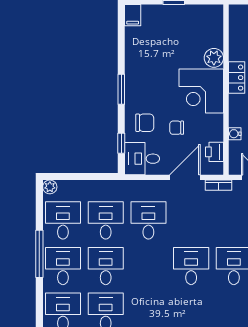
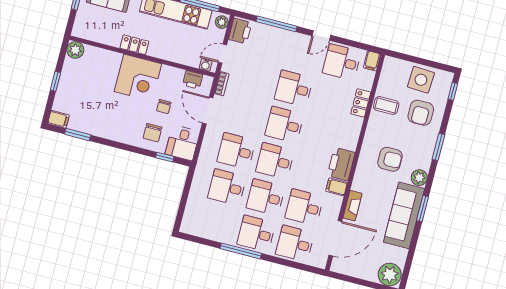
plant: (214, 58) -> (75, 50), moved
window: (121, 89) -> (78, 135), moved
chair: (145, 123) -> (153, 133), turned 180
water cooler: (235, 134) -> (206, 65), moved
plant: (50, 187) -> (186, 227), removed
desk: (63, 220) -> (275, 161), moved

